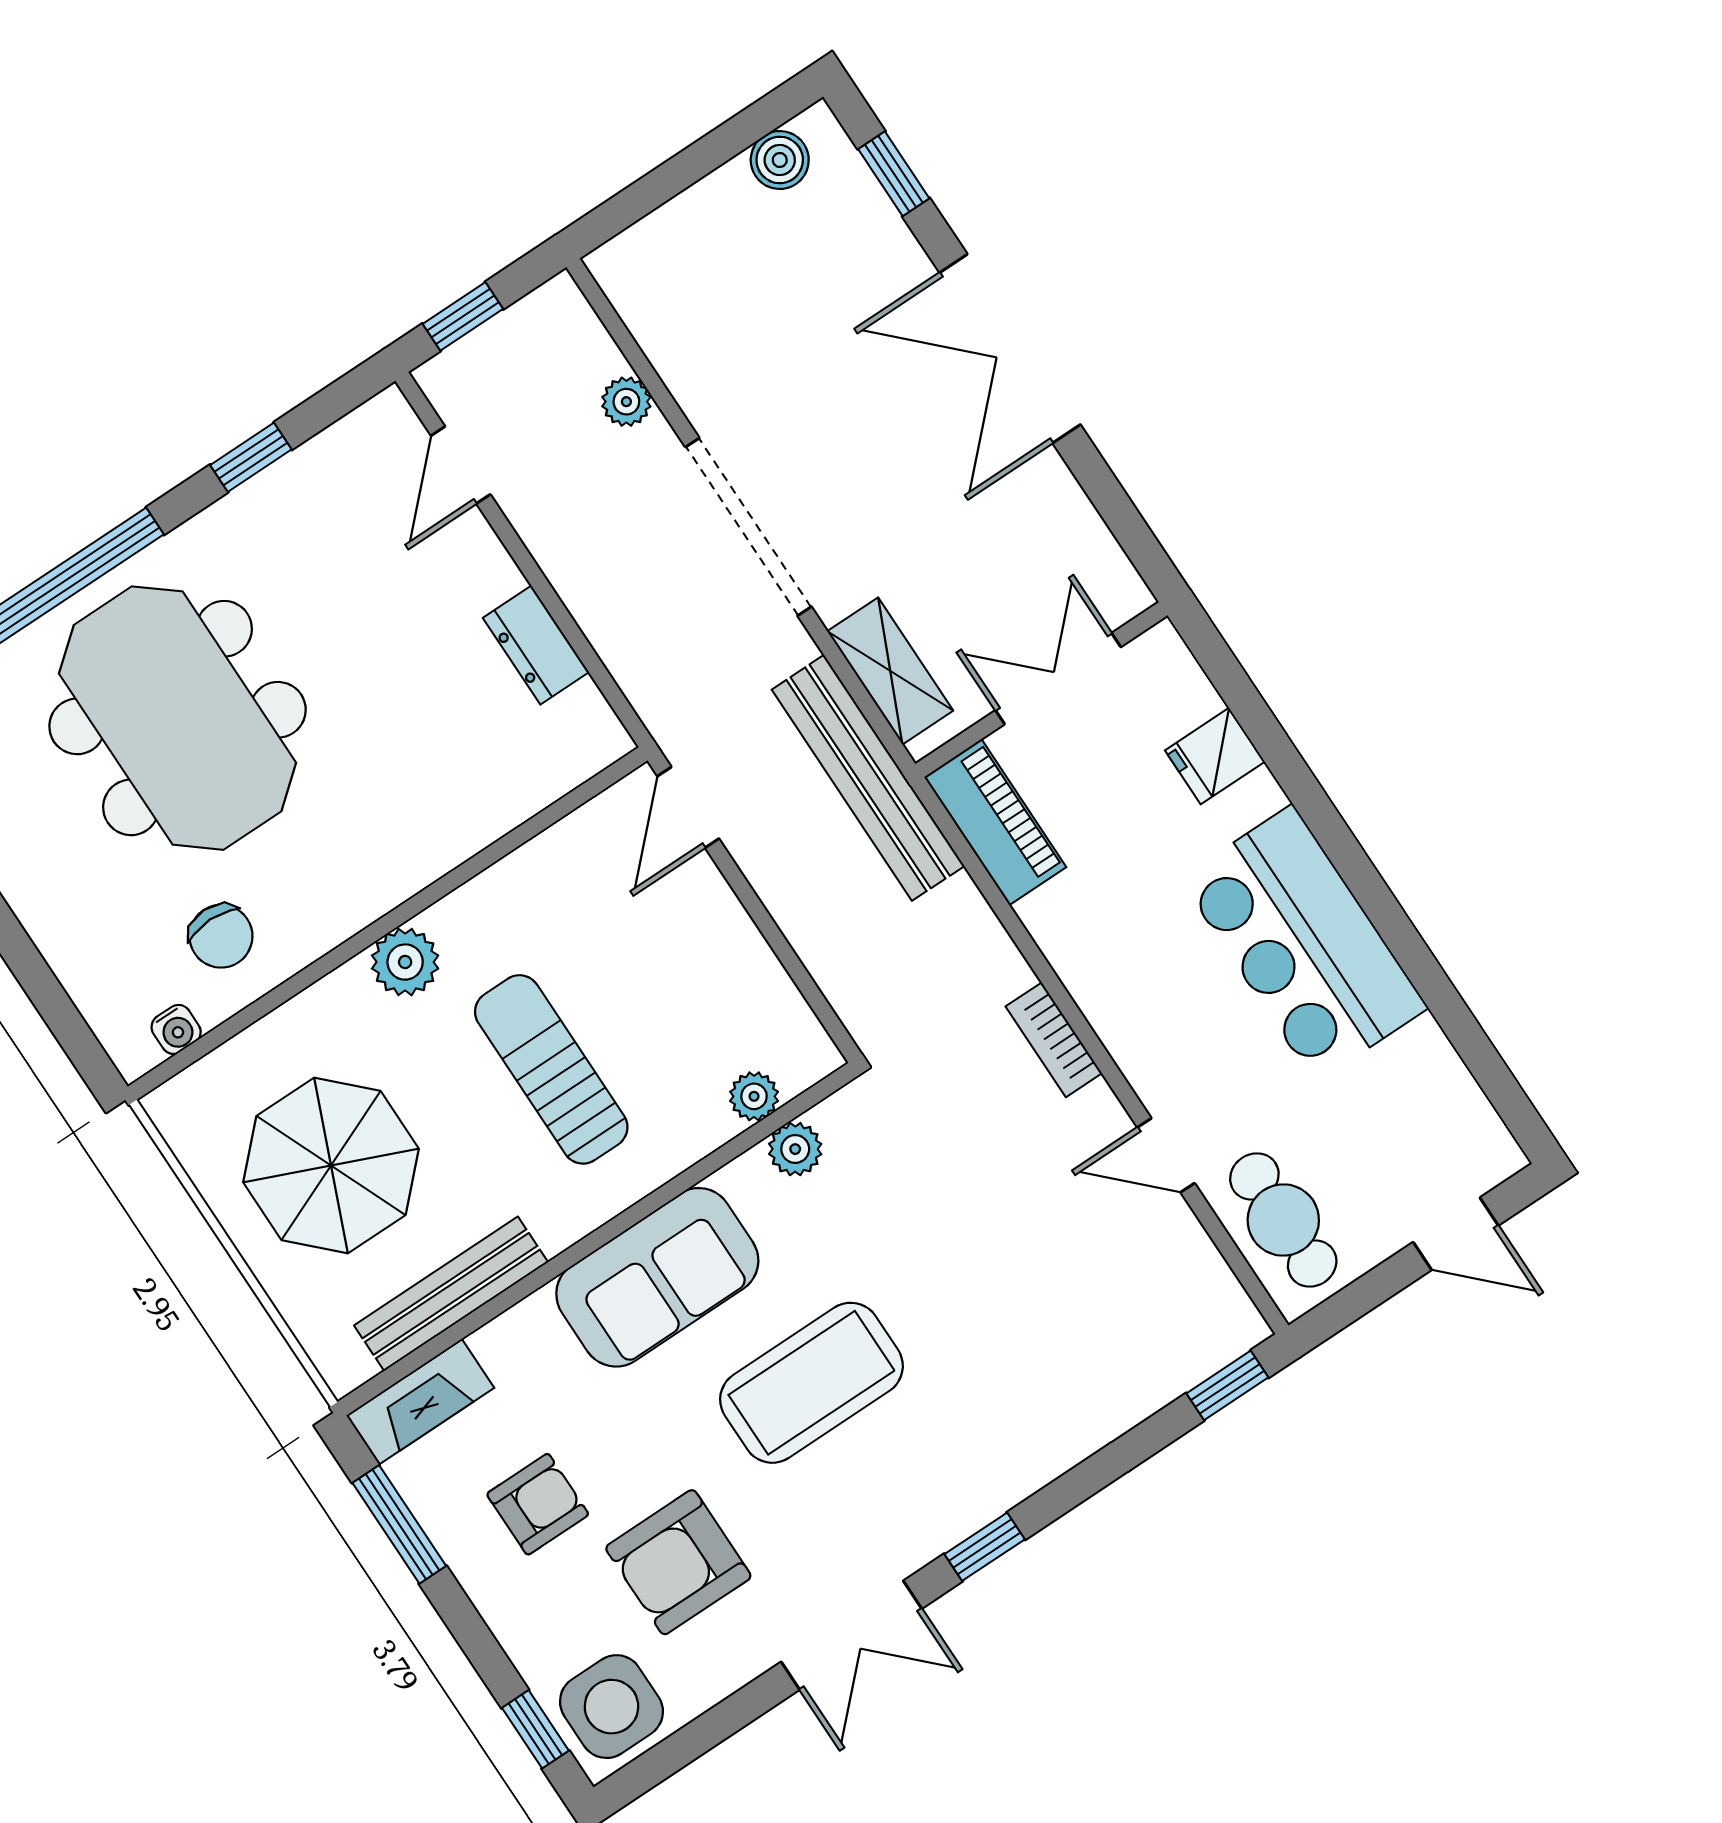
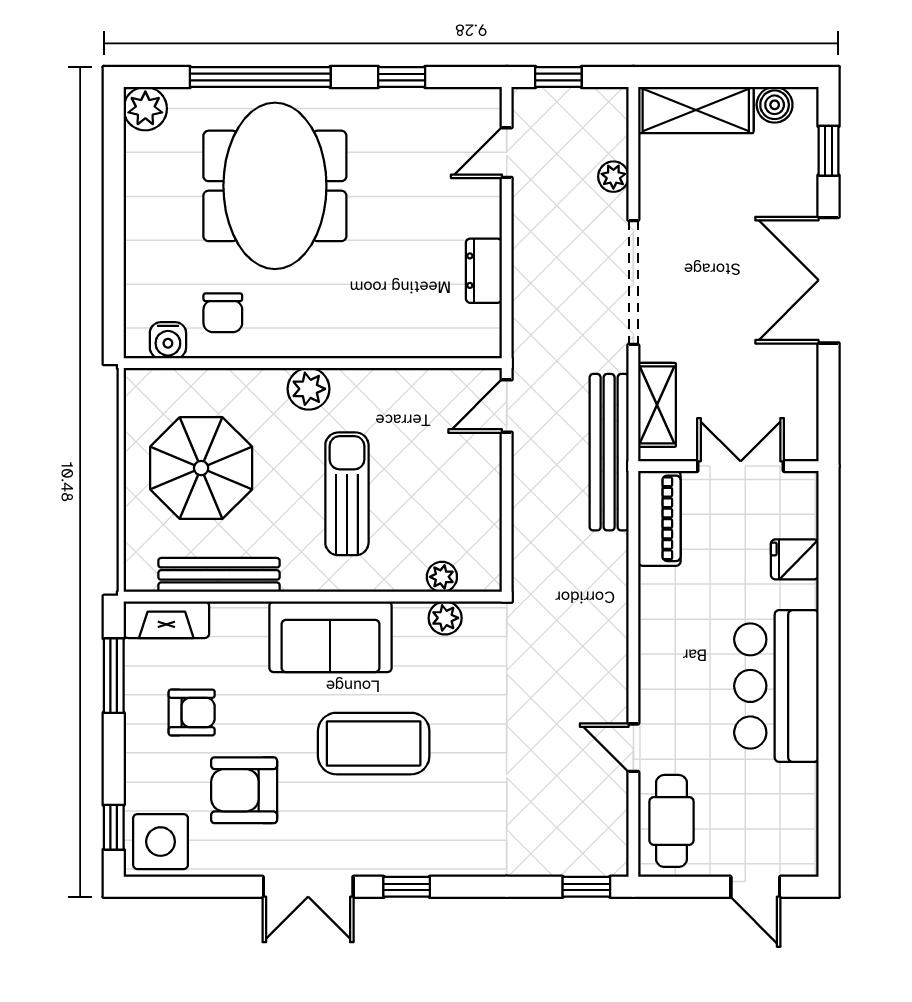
shelving: (678, 238) -> (696, 110), added
water cooler: (176, 1029) -> (168, 340), width x1.38, depth x1.38
bookcase: (1054, 1040) -> (615, 650), removed

